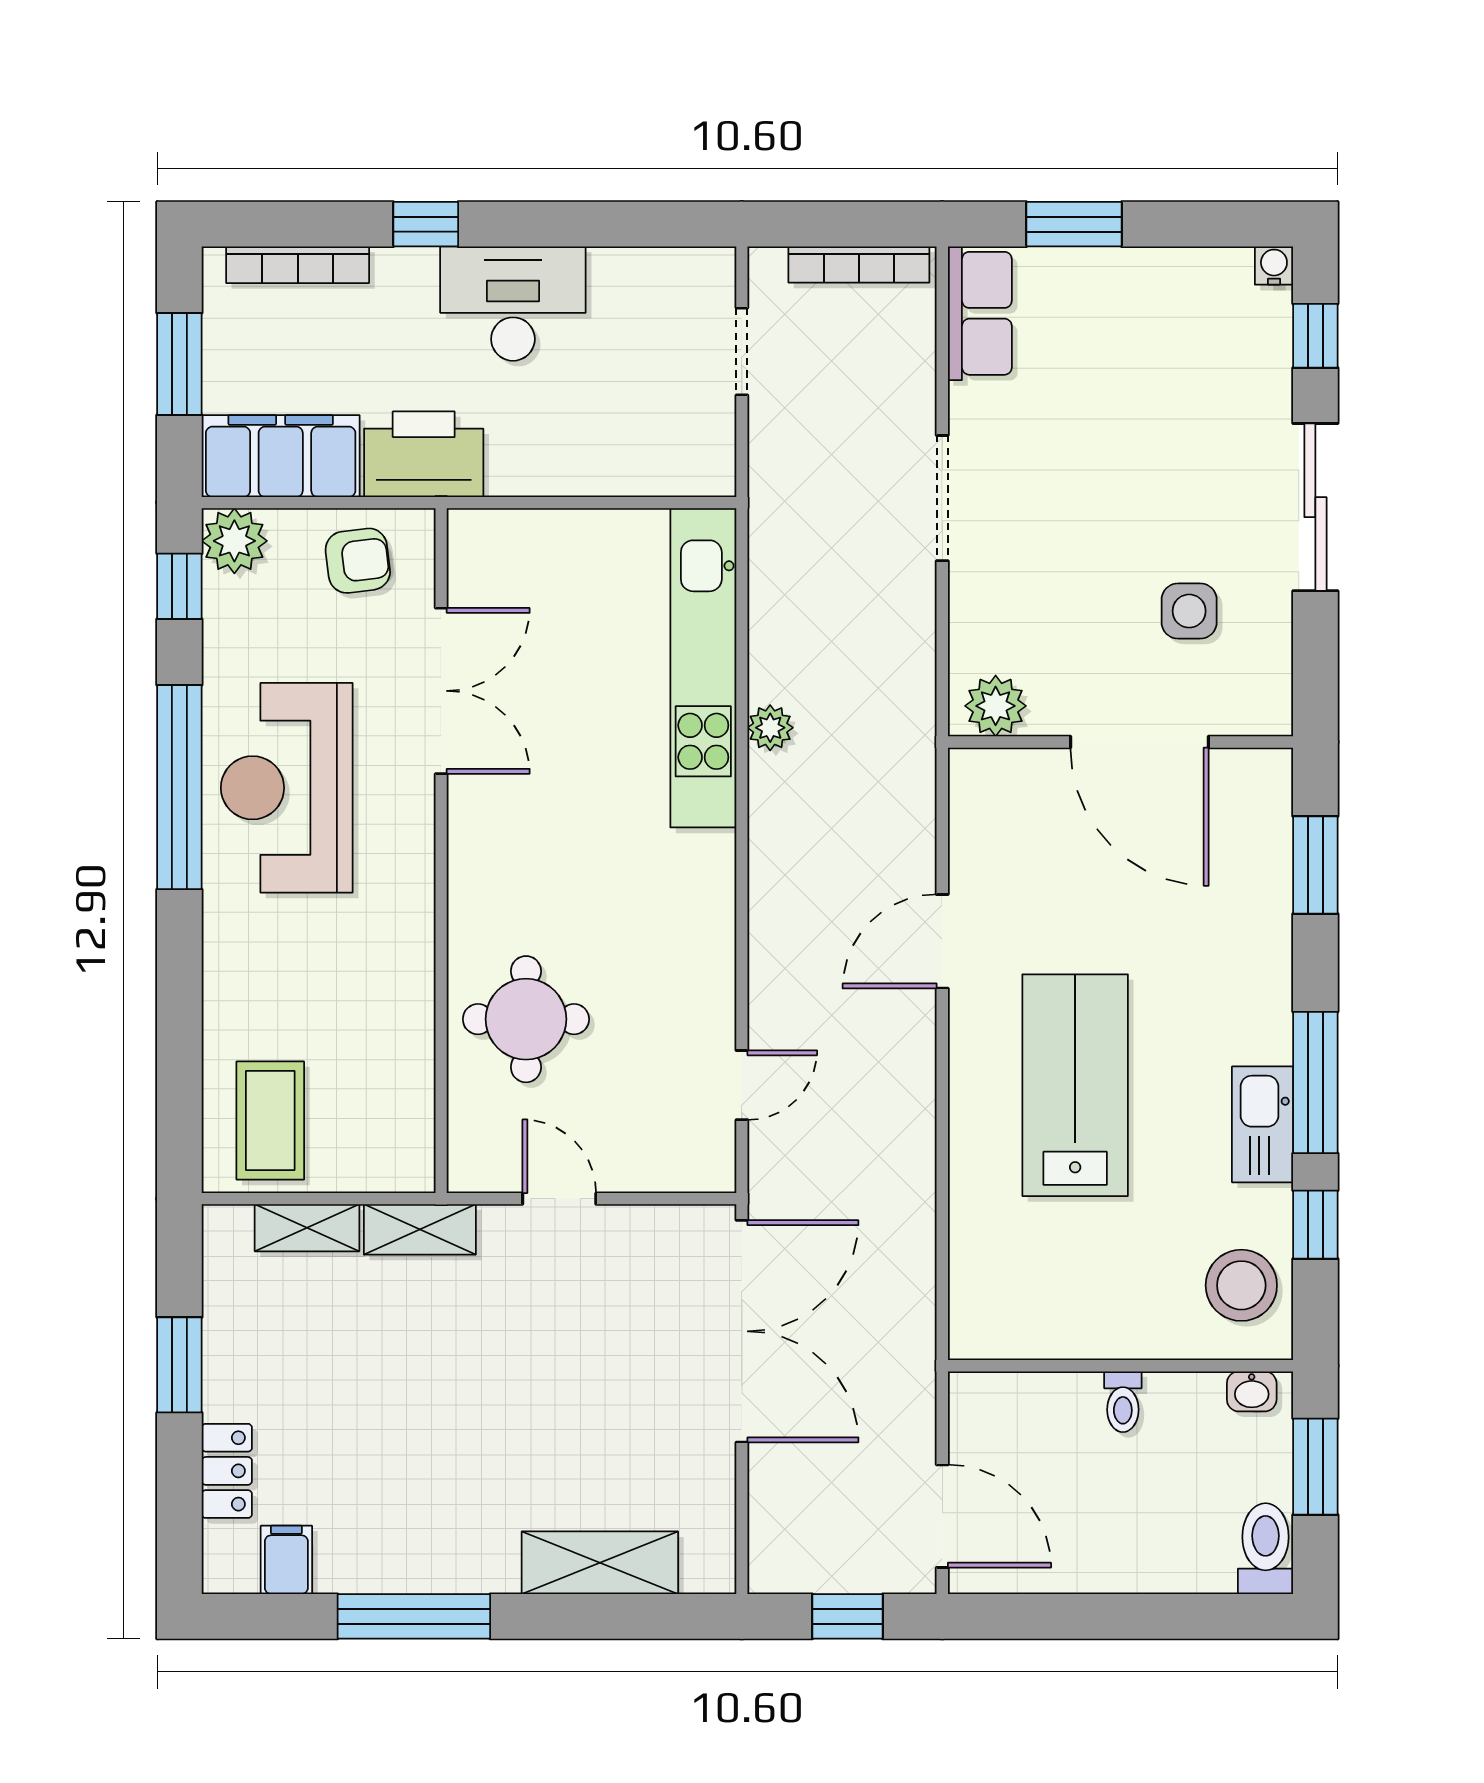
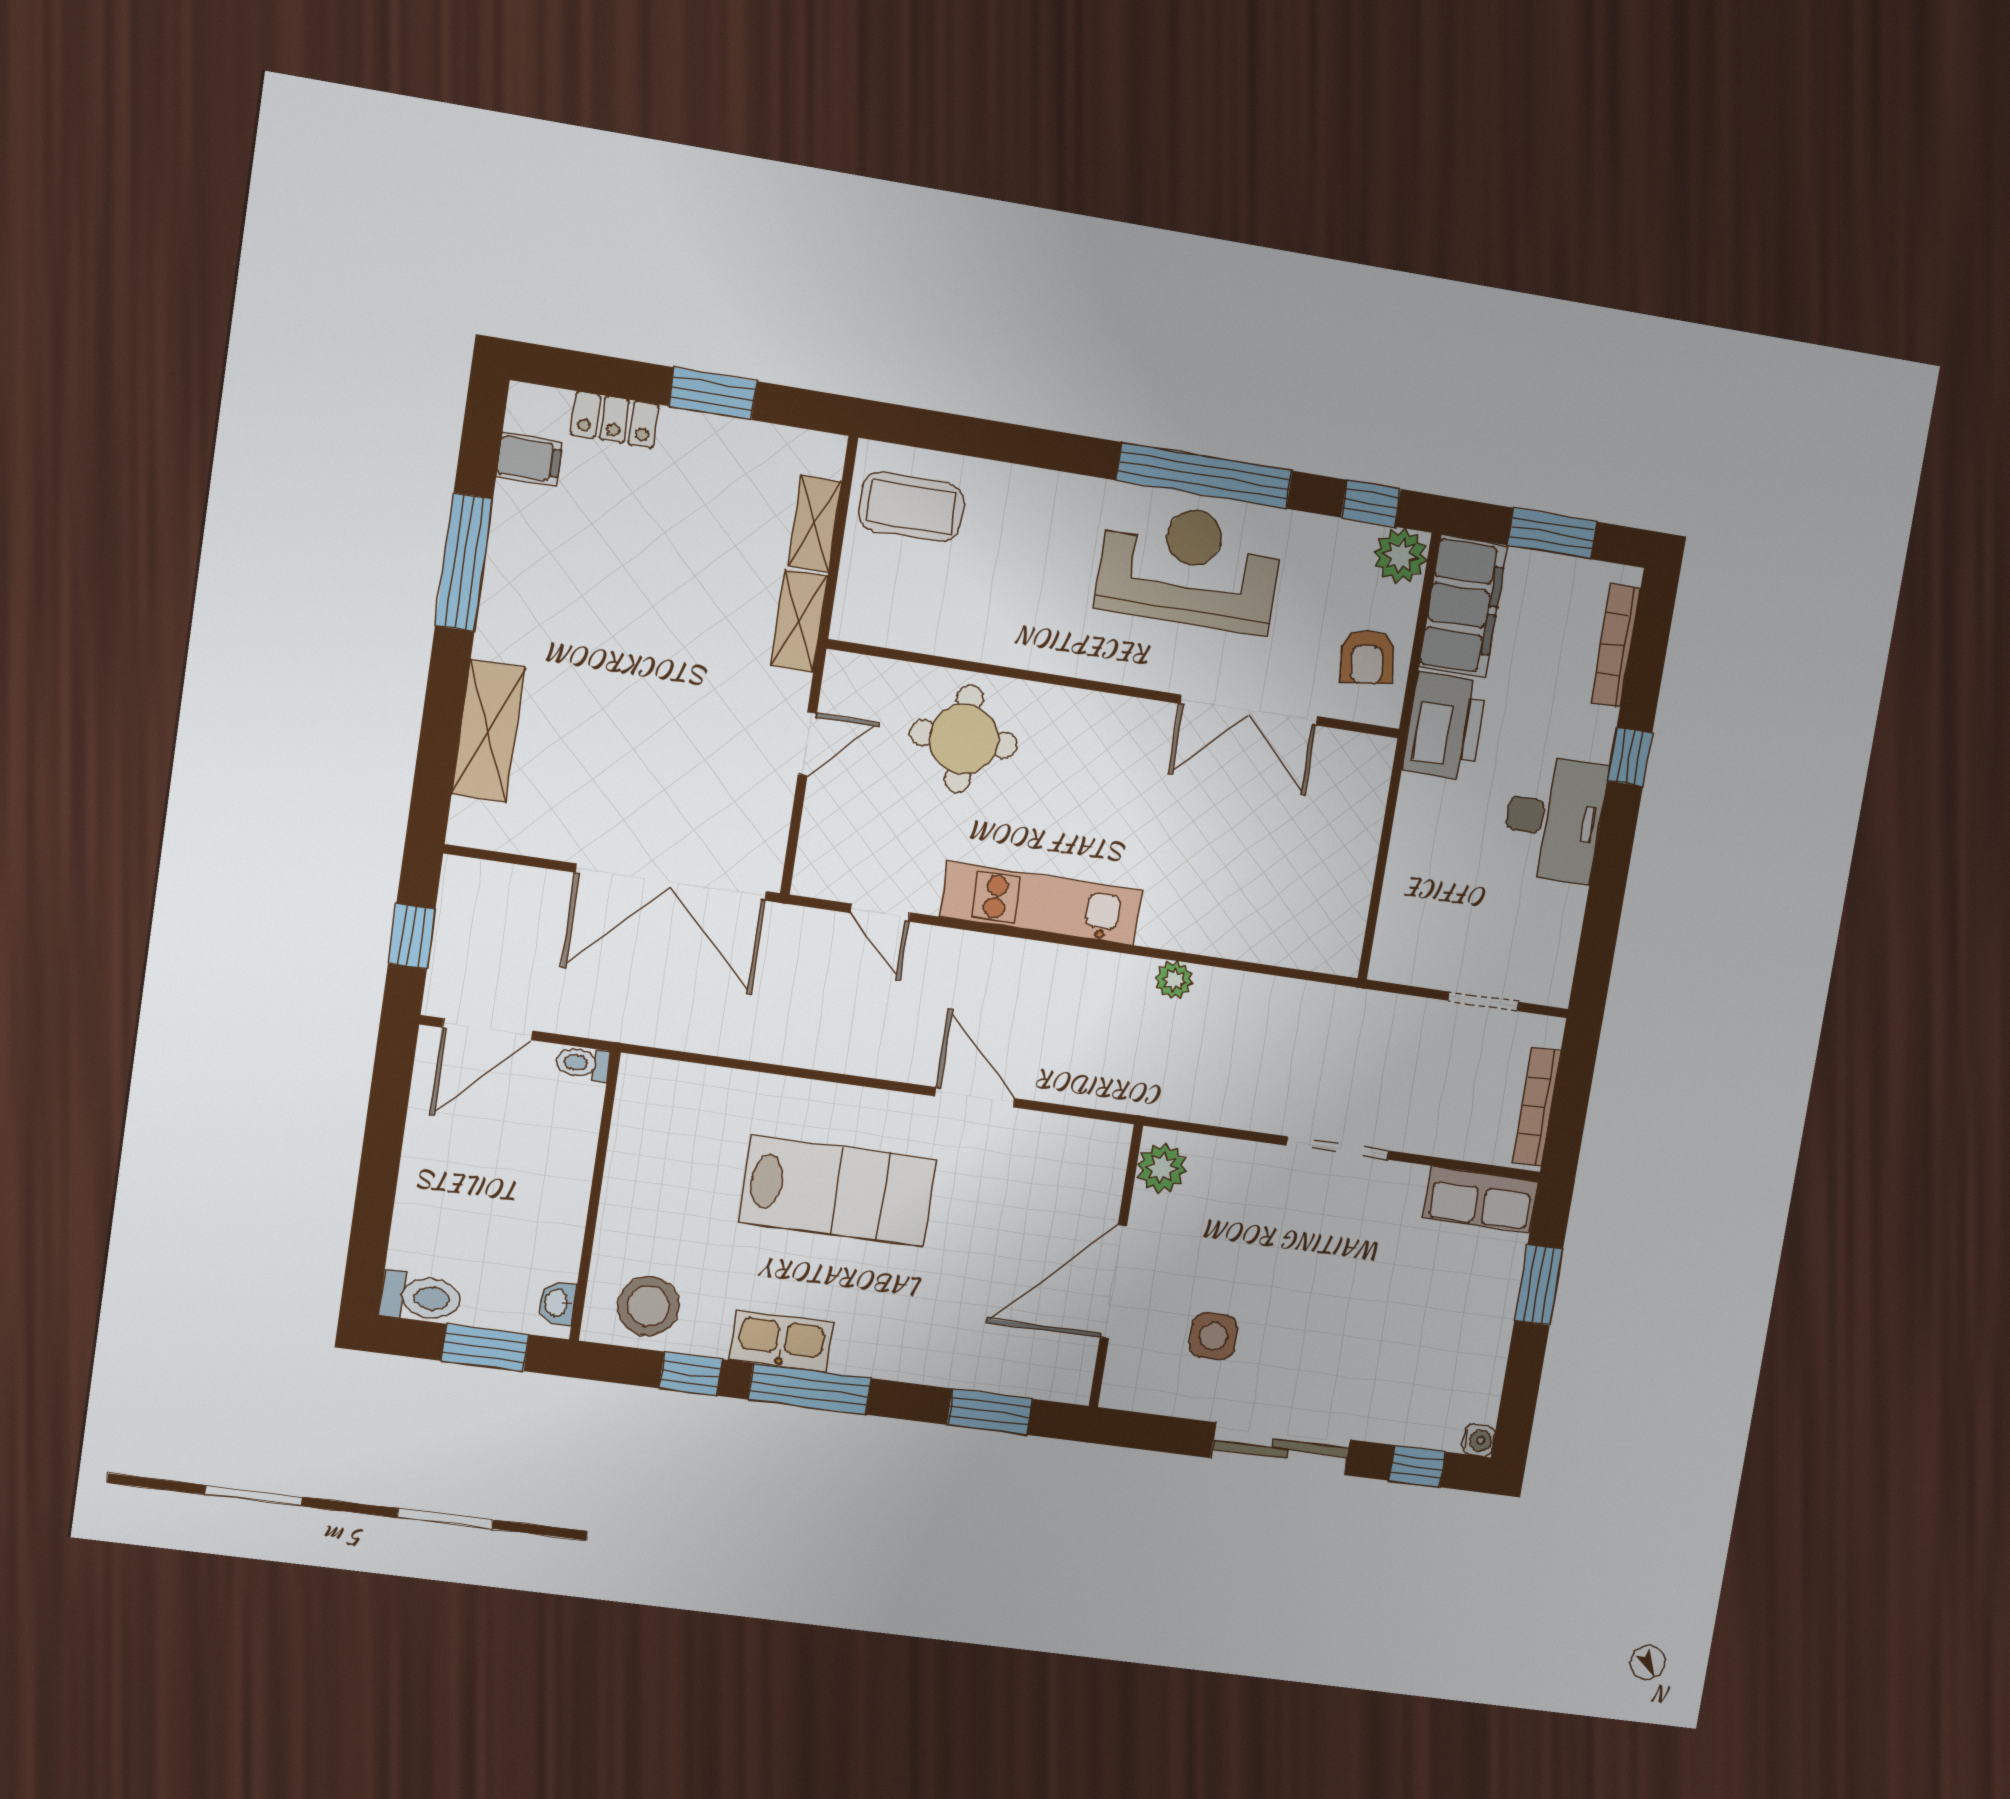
kitchen unit: (703, 668) -> (1041, 903), moved, width x0.73
toilet: (1123, 1402) -> (583, 1063), moved

